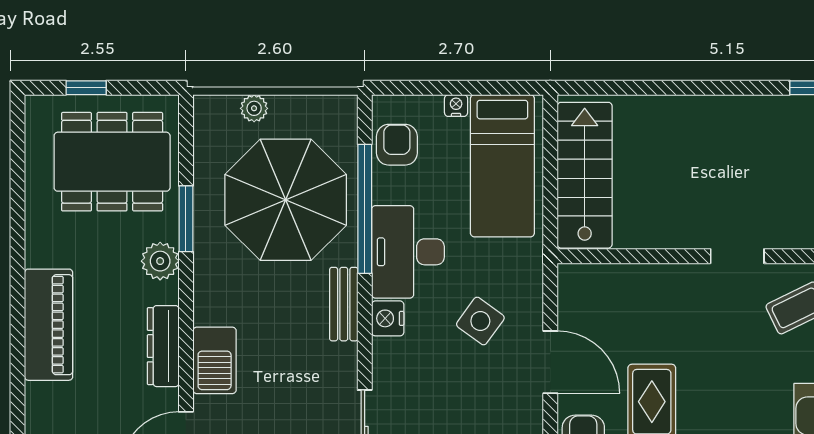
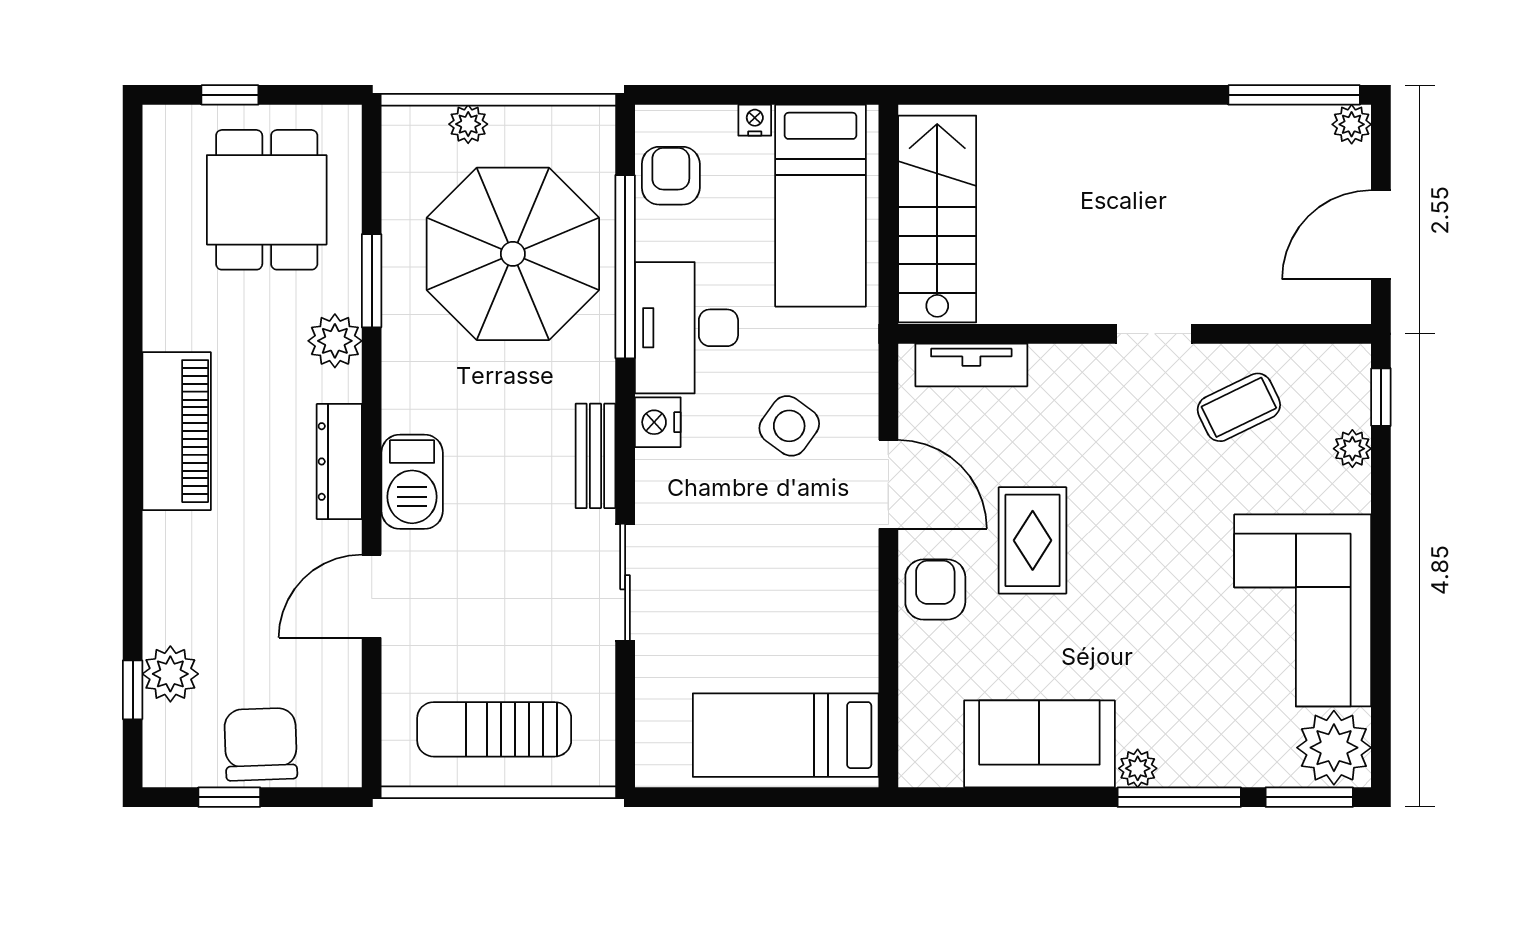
dining table: (112, 162) -> (267, 200), width x0.73
tv unit: (609, 278) -> (971, 365), added
bench: (344, 304) -> (595, 456), moved

